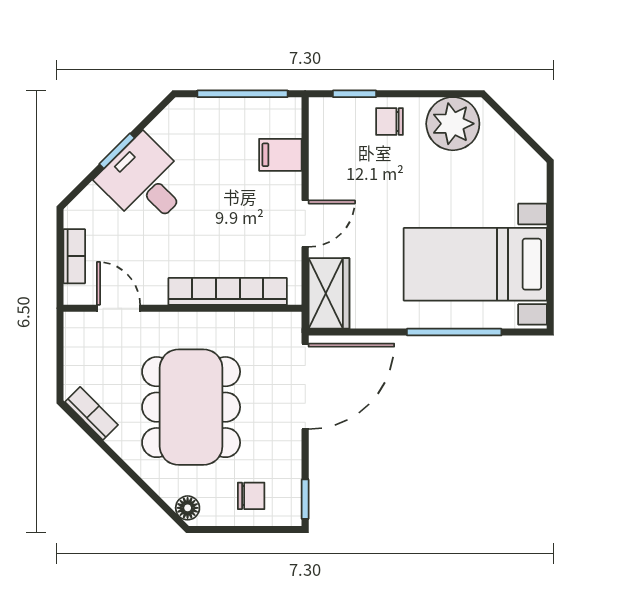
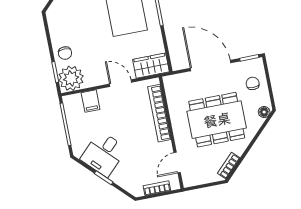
plant: (453, 124) -> (71, 78), moved
desk: (145, 182) -> (104, 154), moved
door: (305, 386) -> (211, 65), moved

